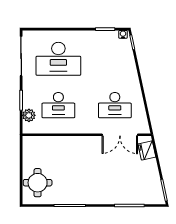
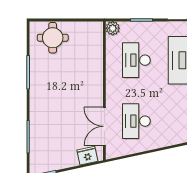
plant: (29, 115) -> (113, 28), moved

